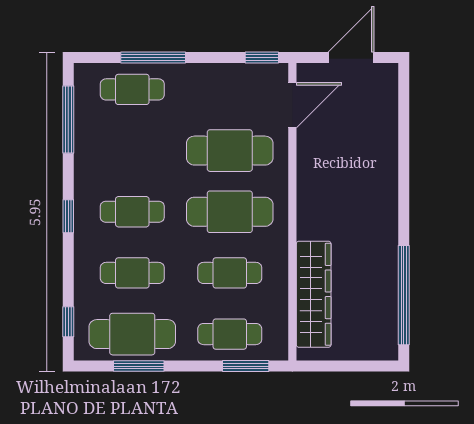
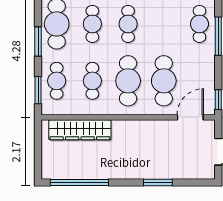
door: (292, 105) -> (190, 117), swing flipped
window: (404, 161) -> (158, 182), added
window: (139, 366) -> (38, 41), moved

